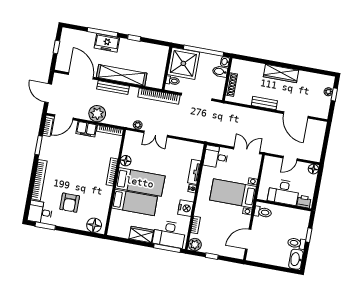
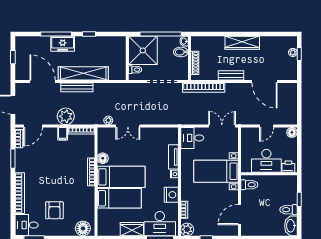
bookcase: (159, 96) -> (204, 88), moved
filing cabinet: (86, 129) -> (63, 134), width x0.50

